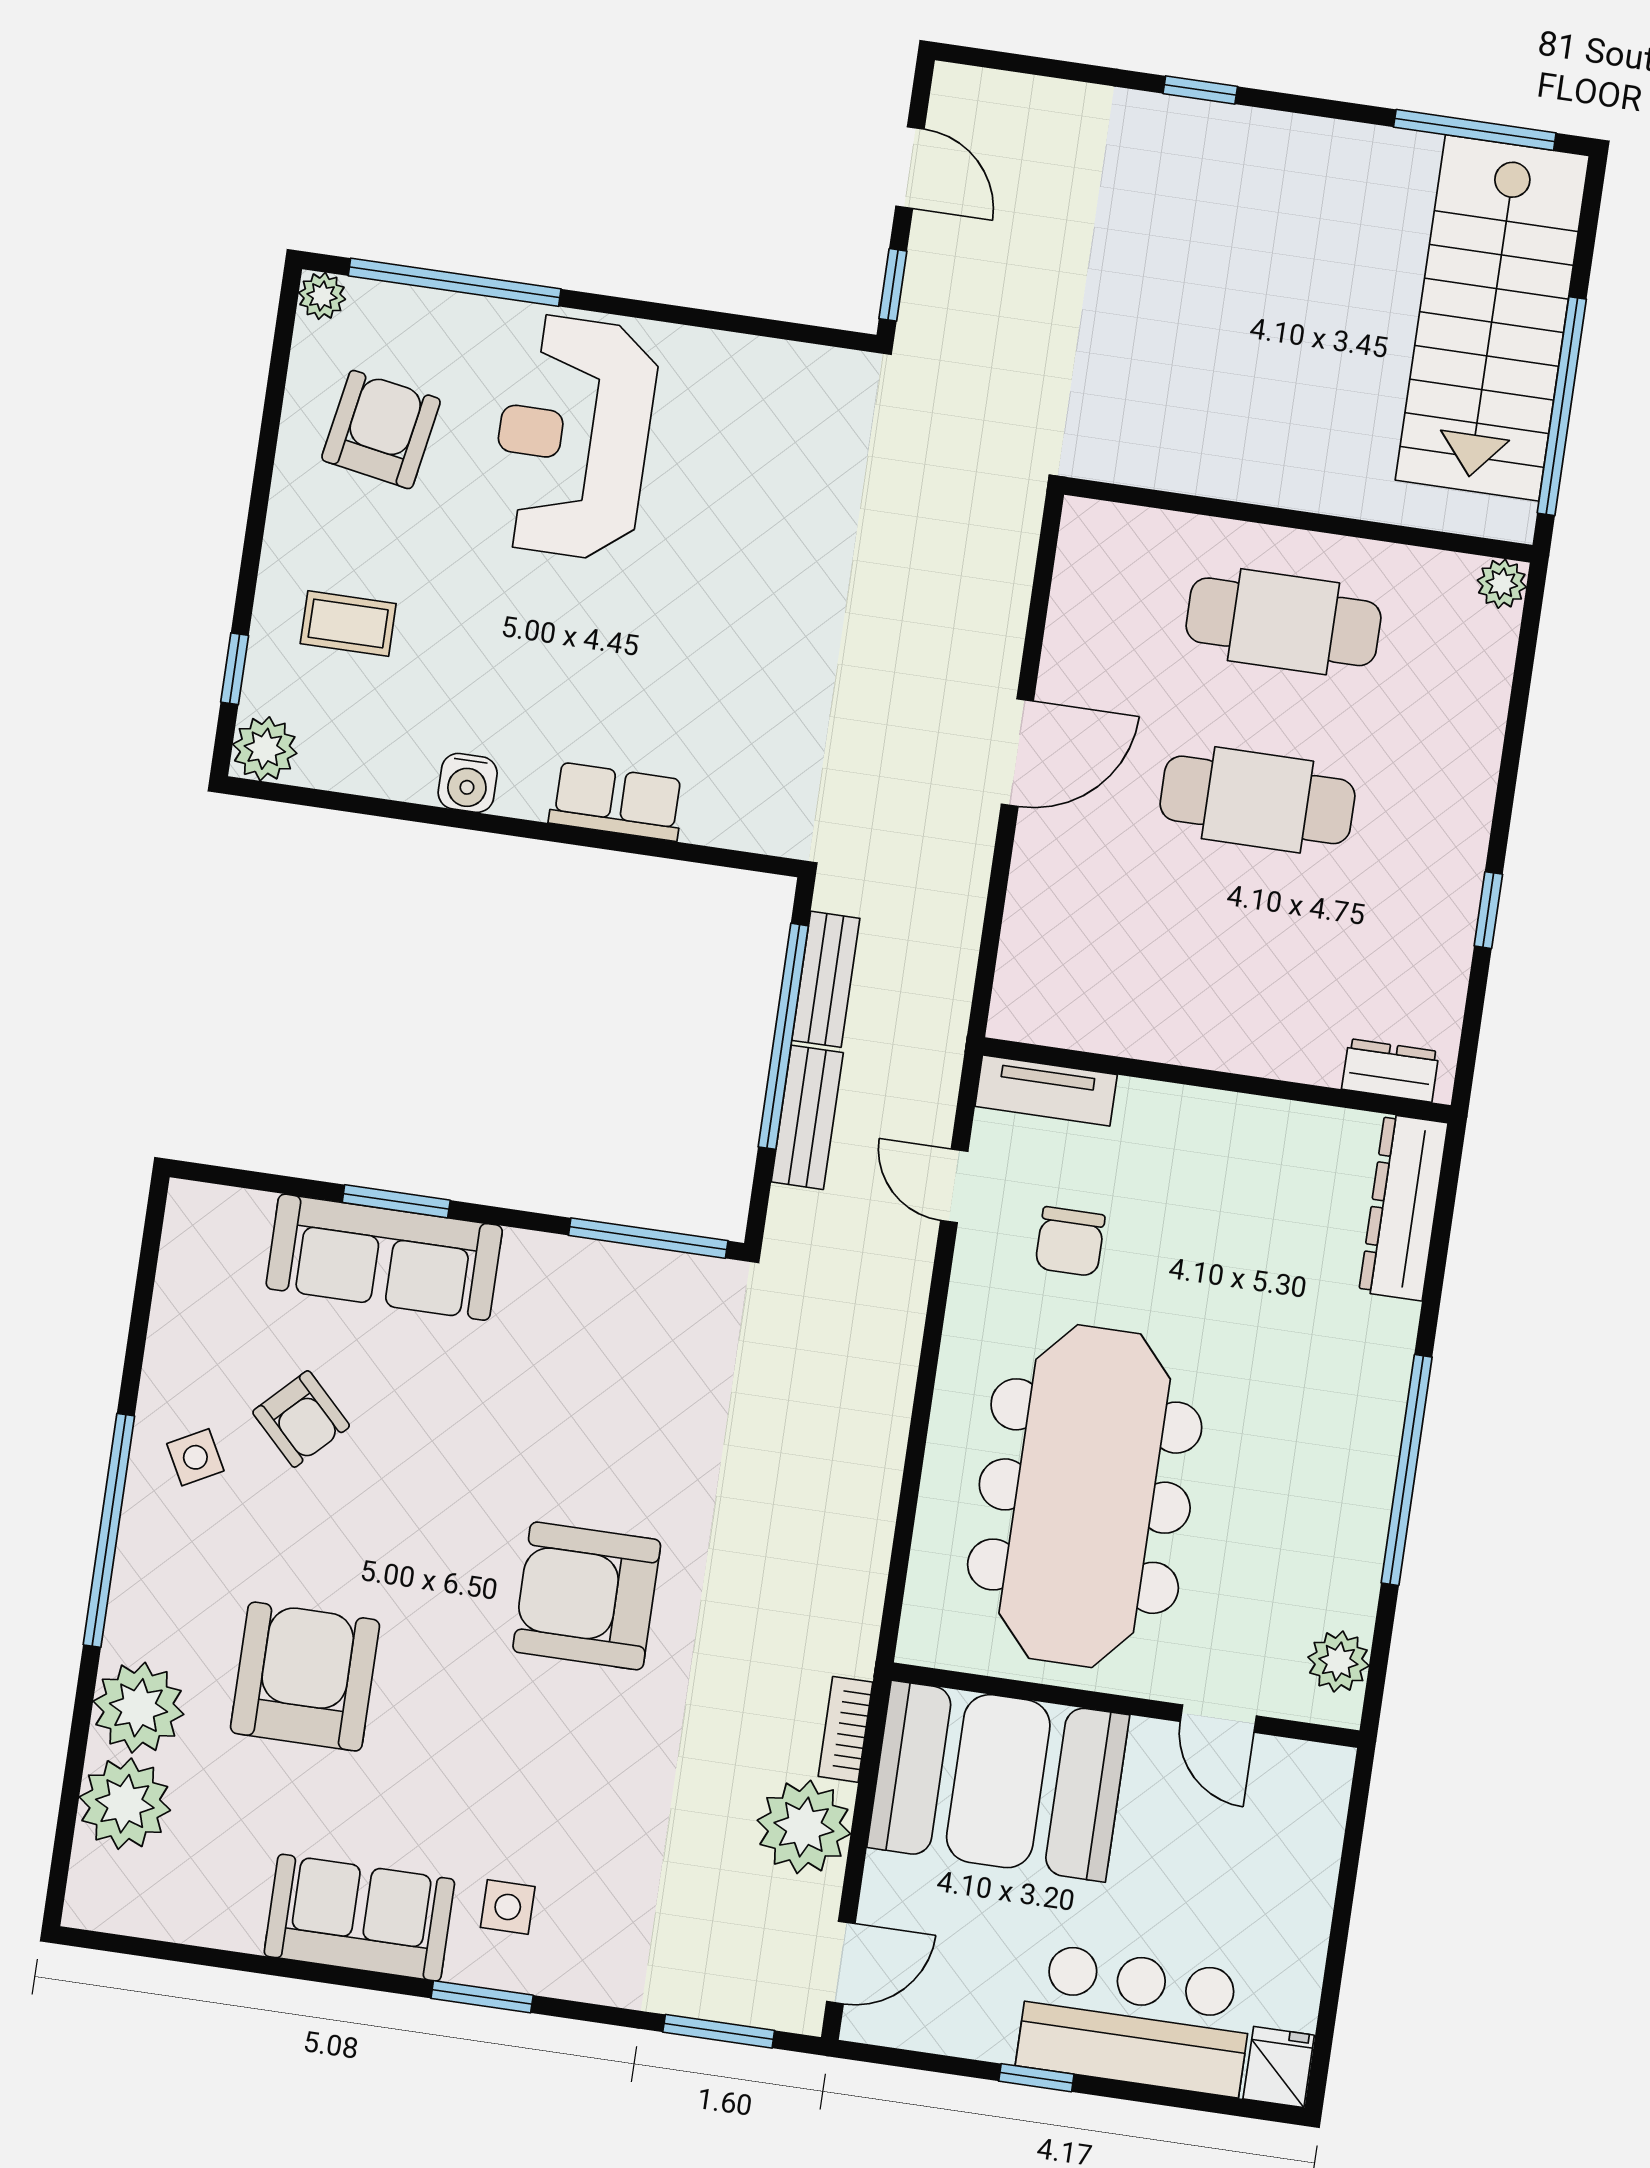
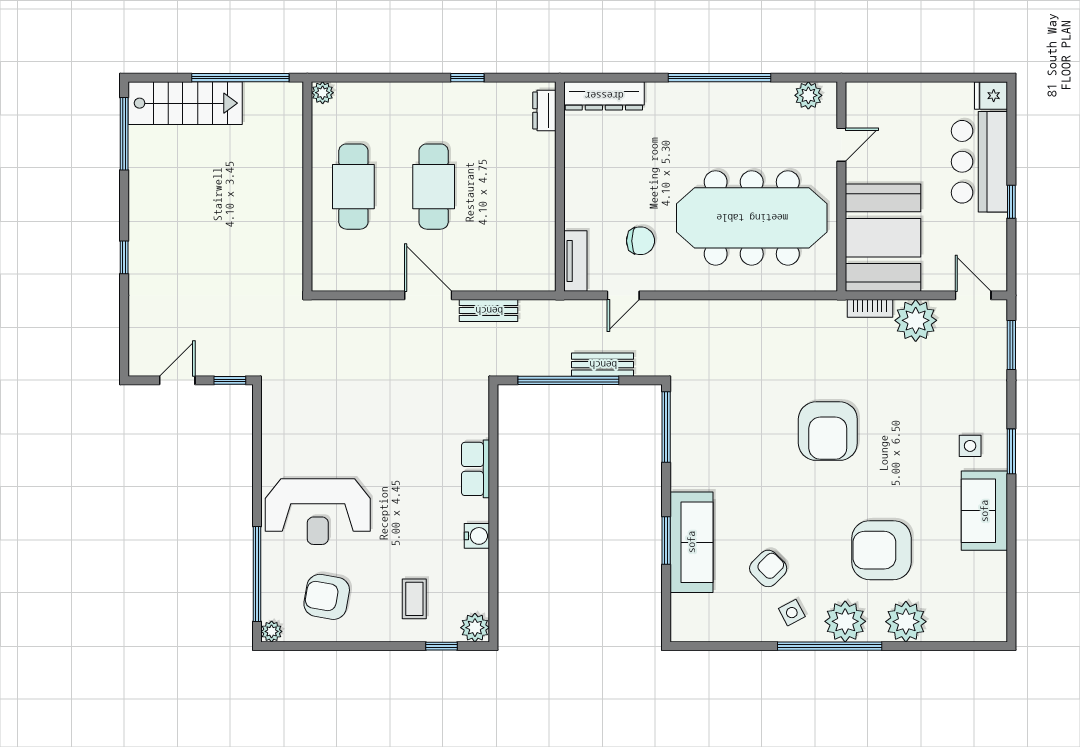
stairs: (1492, 318) -> (185, 103), width x0.73, depth x0.66
bench: (826, 979) -> (489, 311), moved
plant: (125, 1804) -> (845, 621), moved

